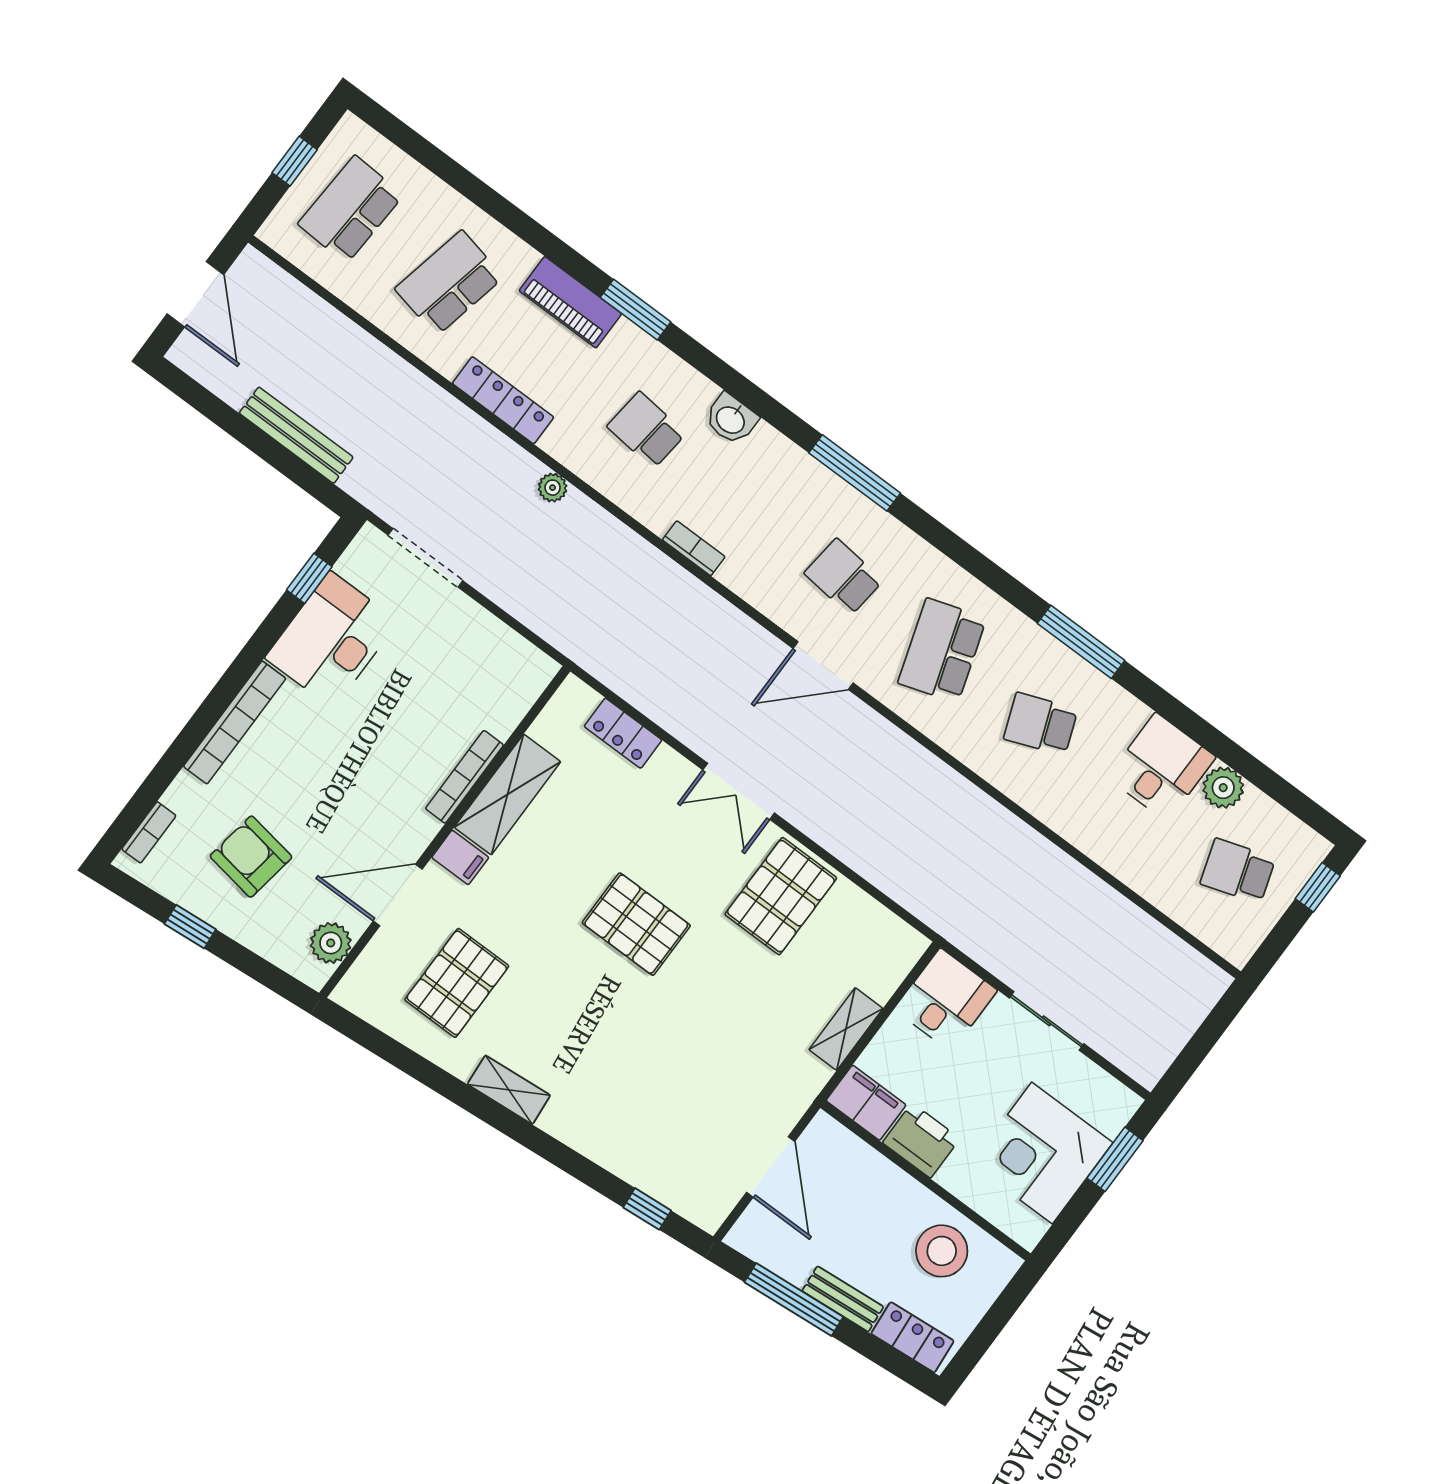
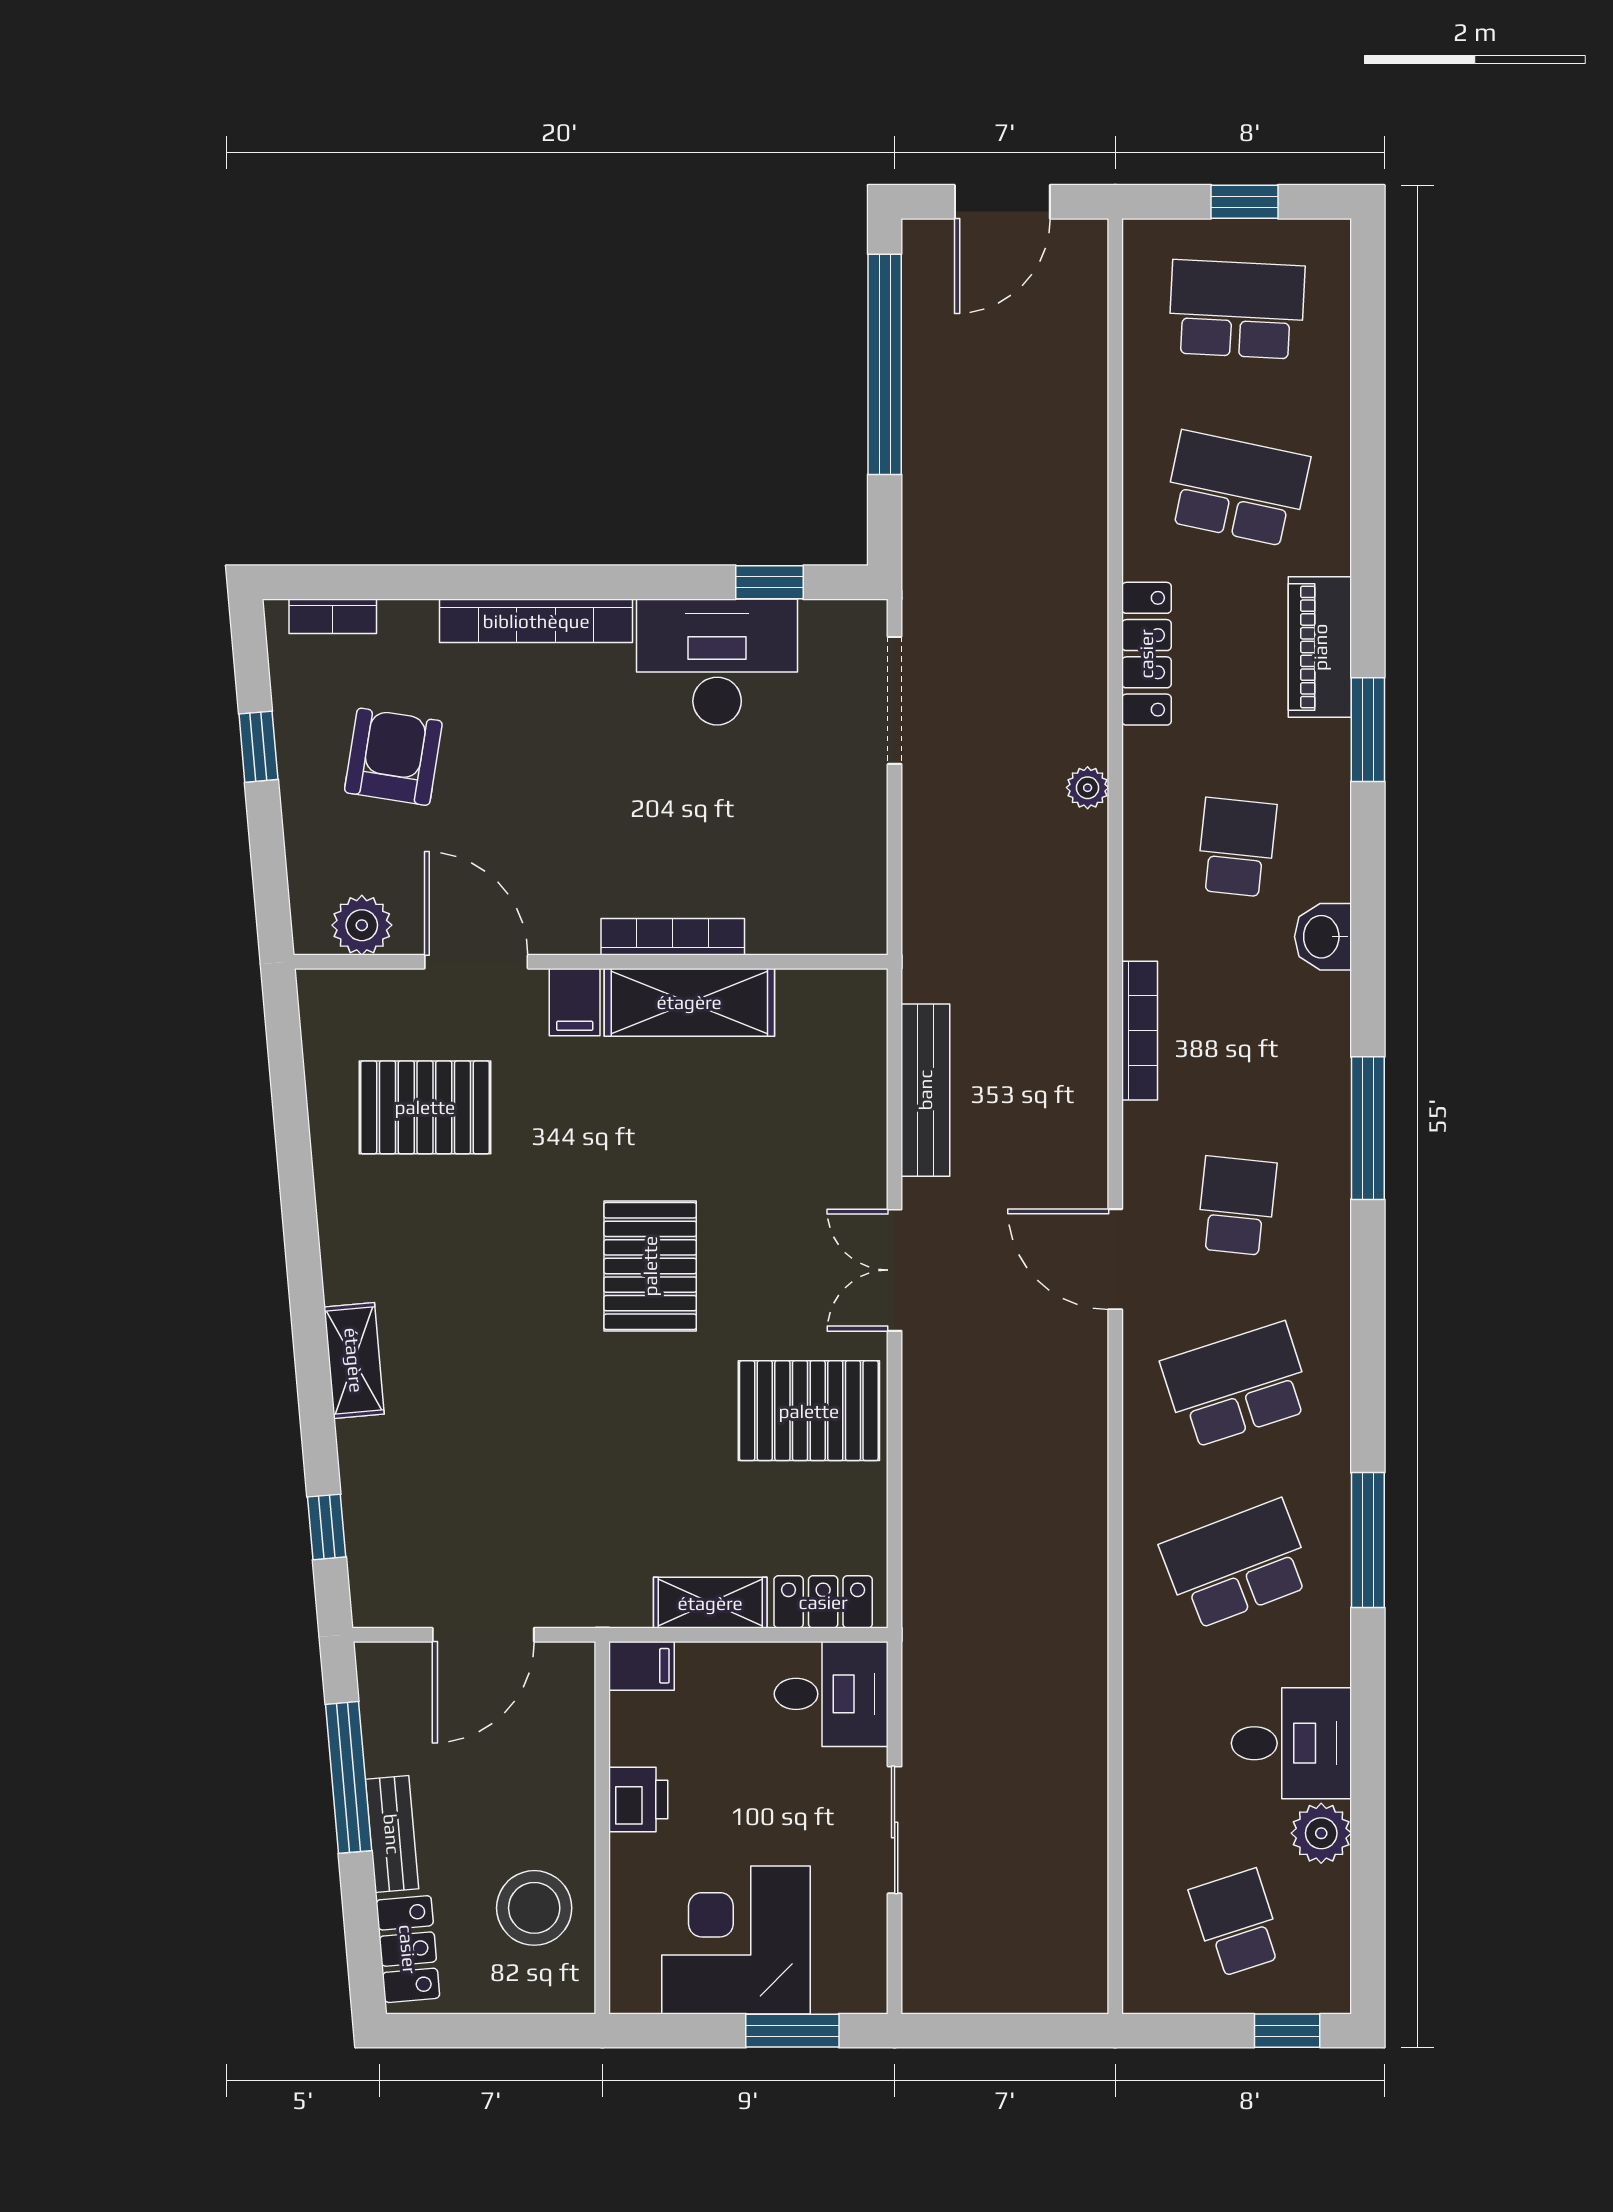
window: (237, 426) -> (885, 364), added
bench: (296, 435) -> (925, 1090), moved
bookcase: (694, 548) -> (1140, 1031), width x1.56
school desk: (1041, 724) -> (1237, 1564), width x1.85
locker: (623, 733) -> (823, 1602), moved, turned 90
shelving: (509, 1090) -> (354, 1360), moved
filing cabinet: (866, 1103) -> (642, 1666), width x0.50
printer: (921, 1141) -> (638, 1800), width x0.73, depth x0.81

